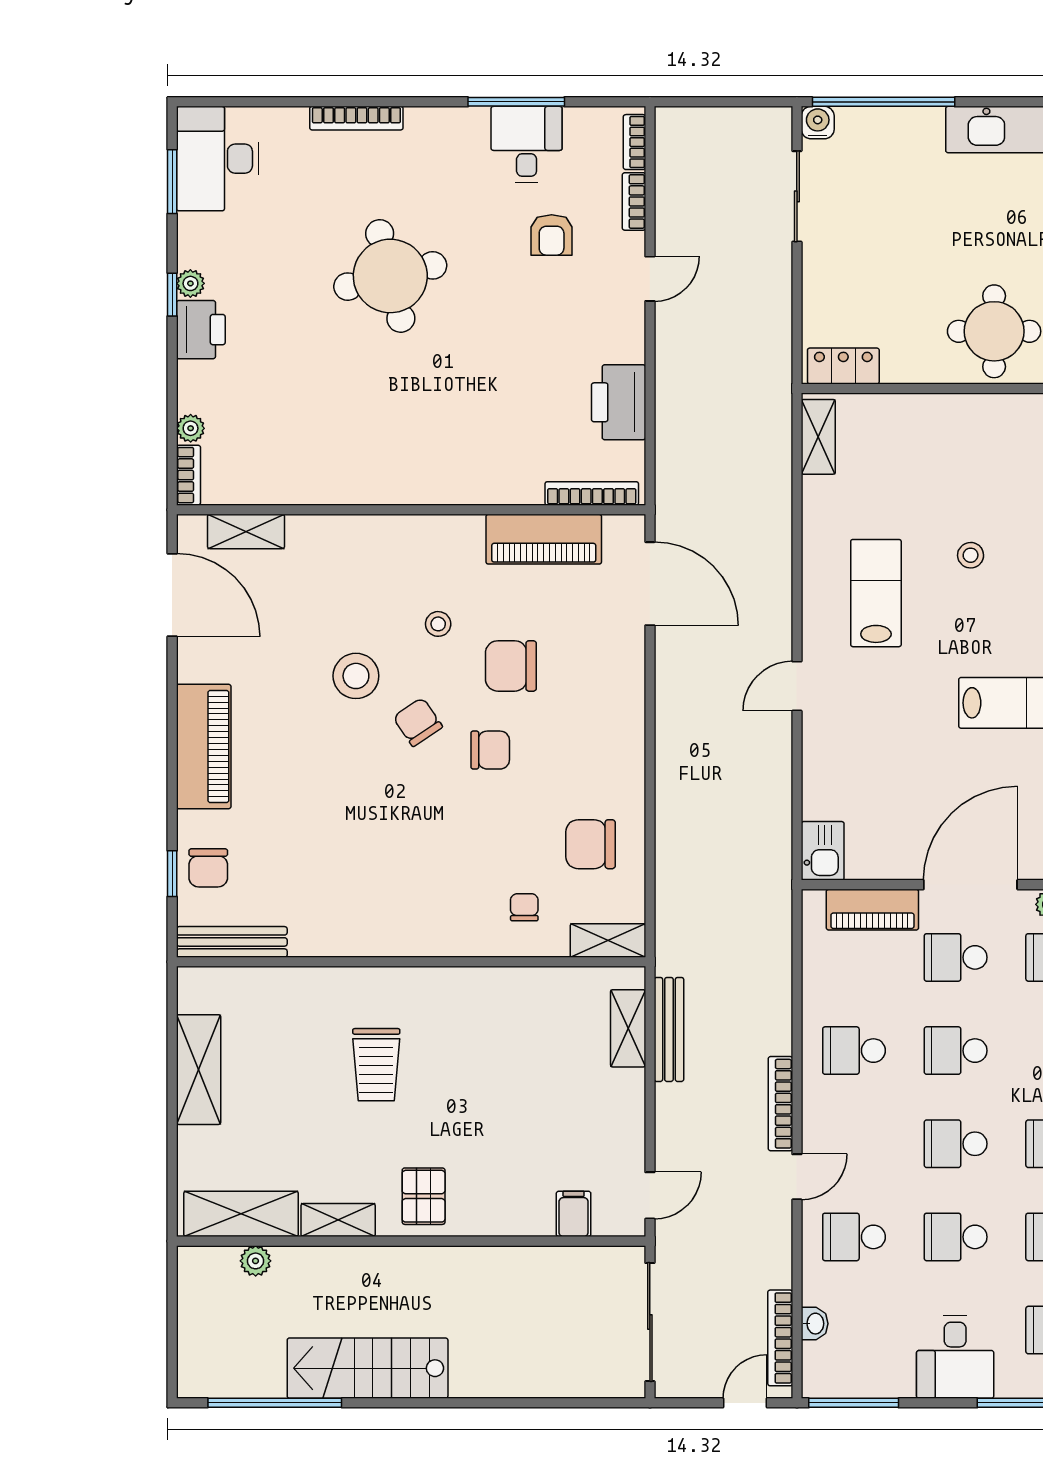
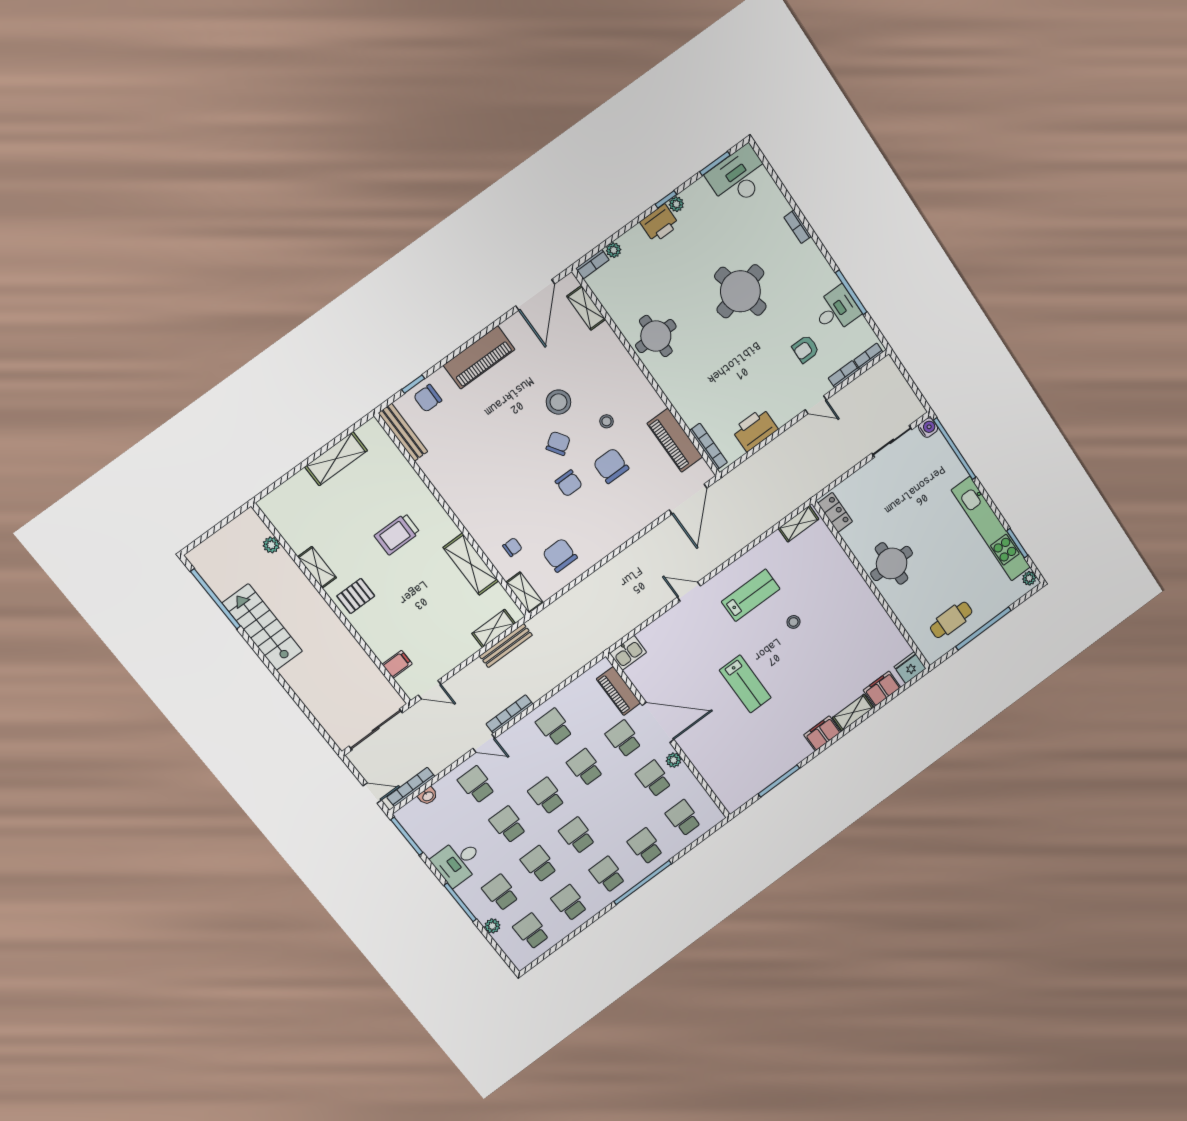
bookcase: (356, 118) -> (798, 227), width x0.64
round table: (364, 455) -> (656, 336), added
shelving: (241, 1214) -> (471, 564), moved

